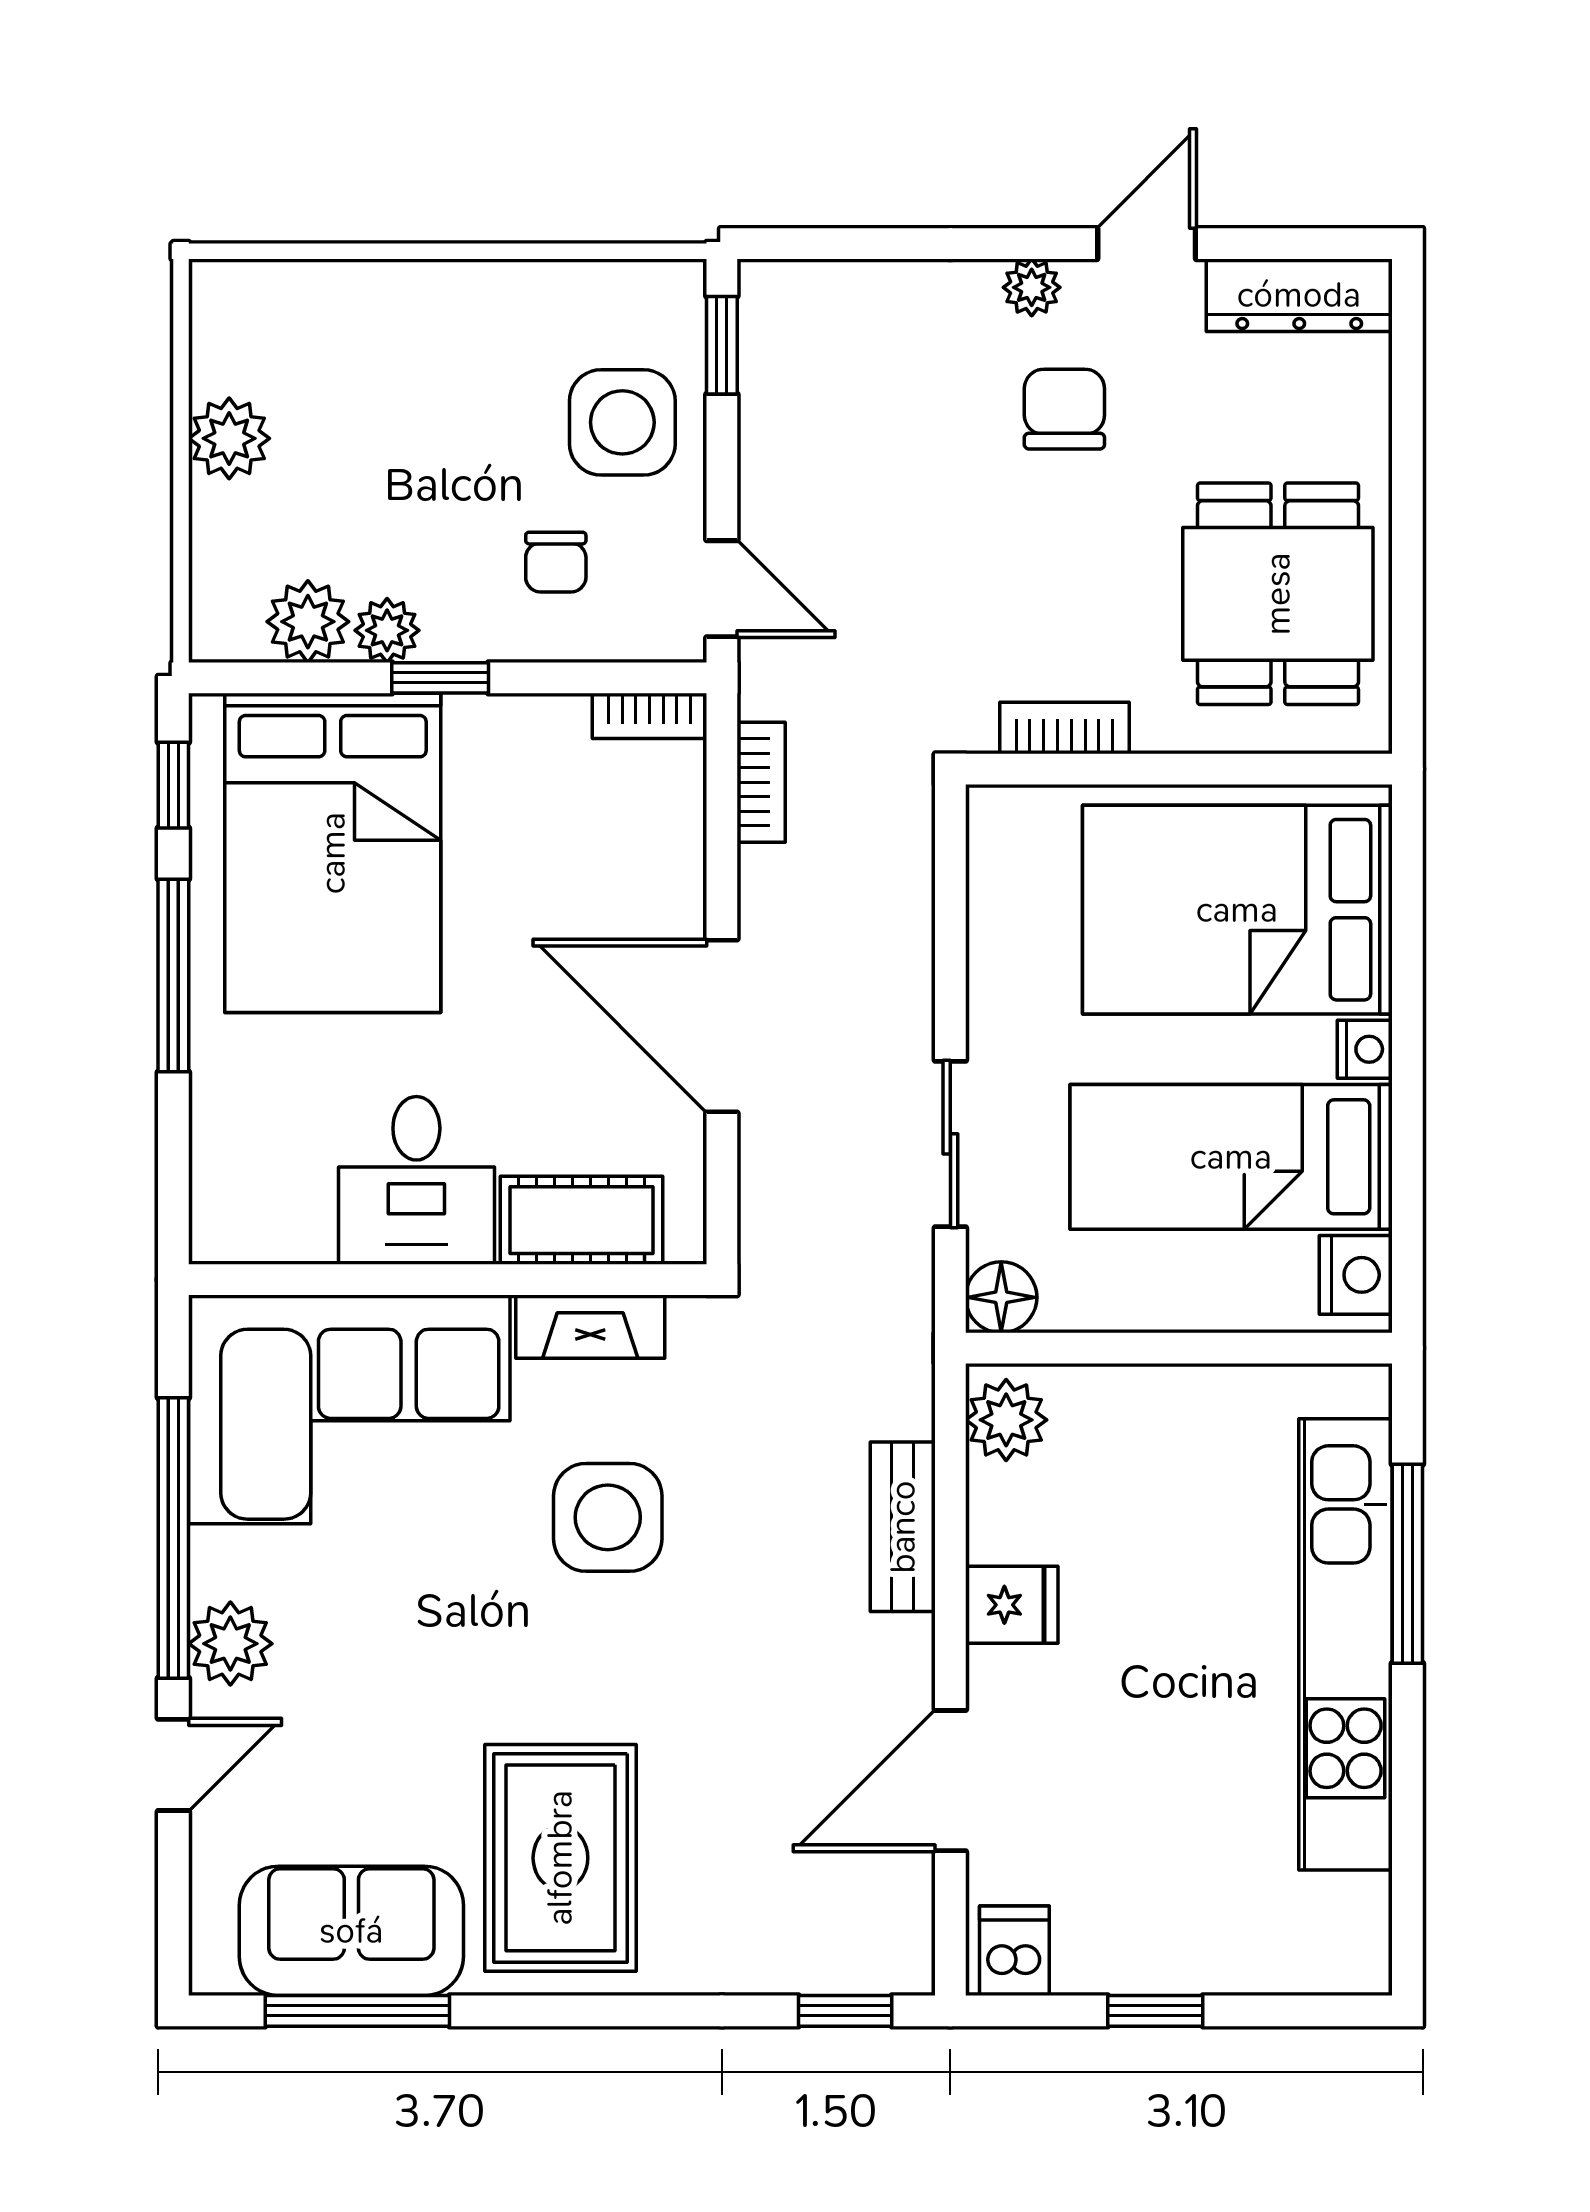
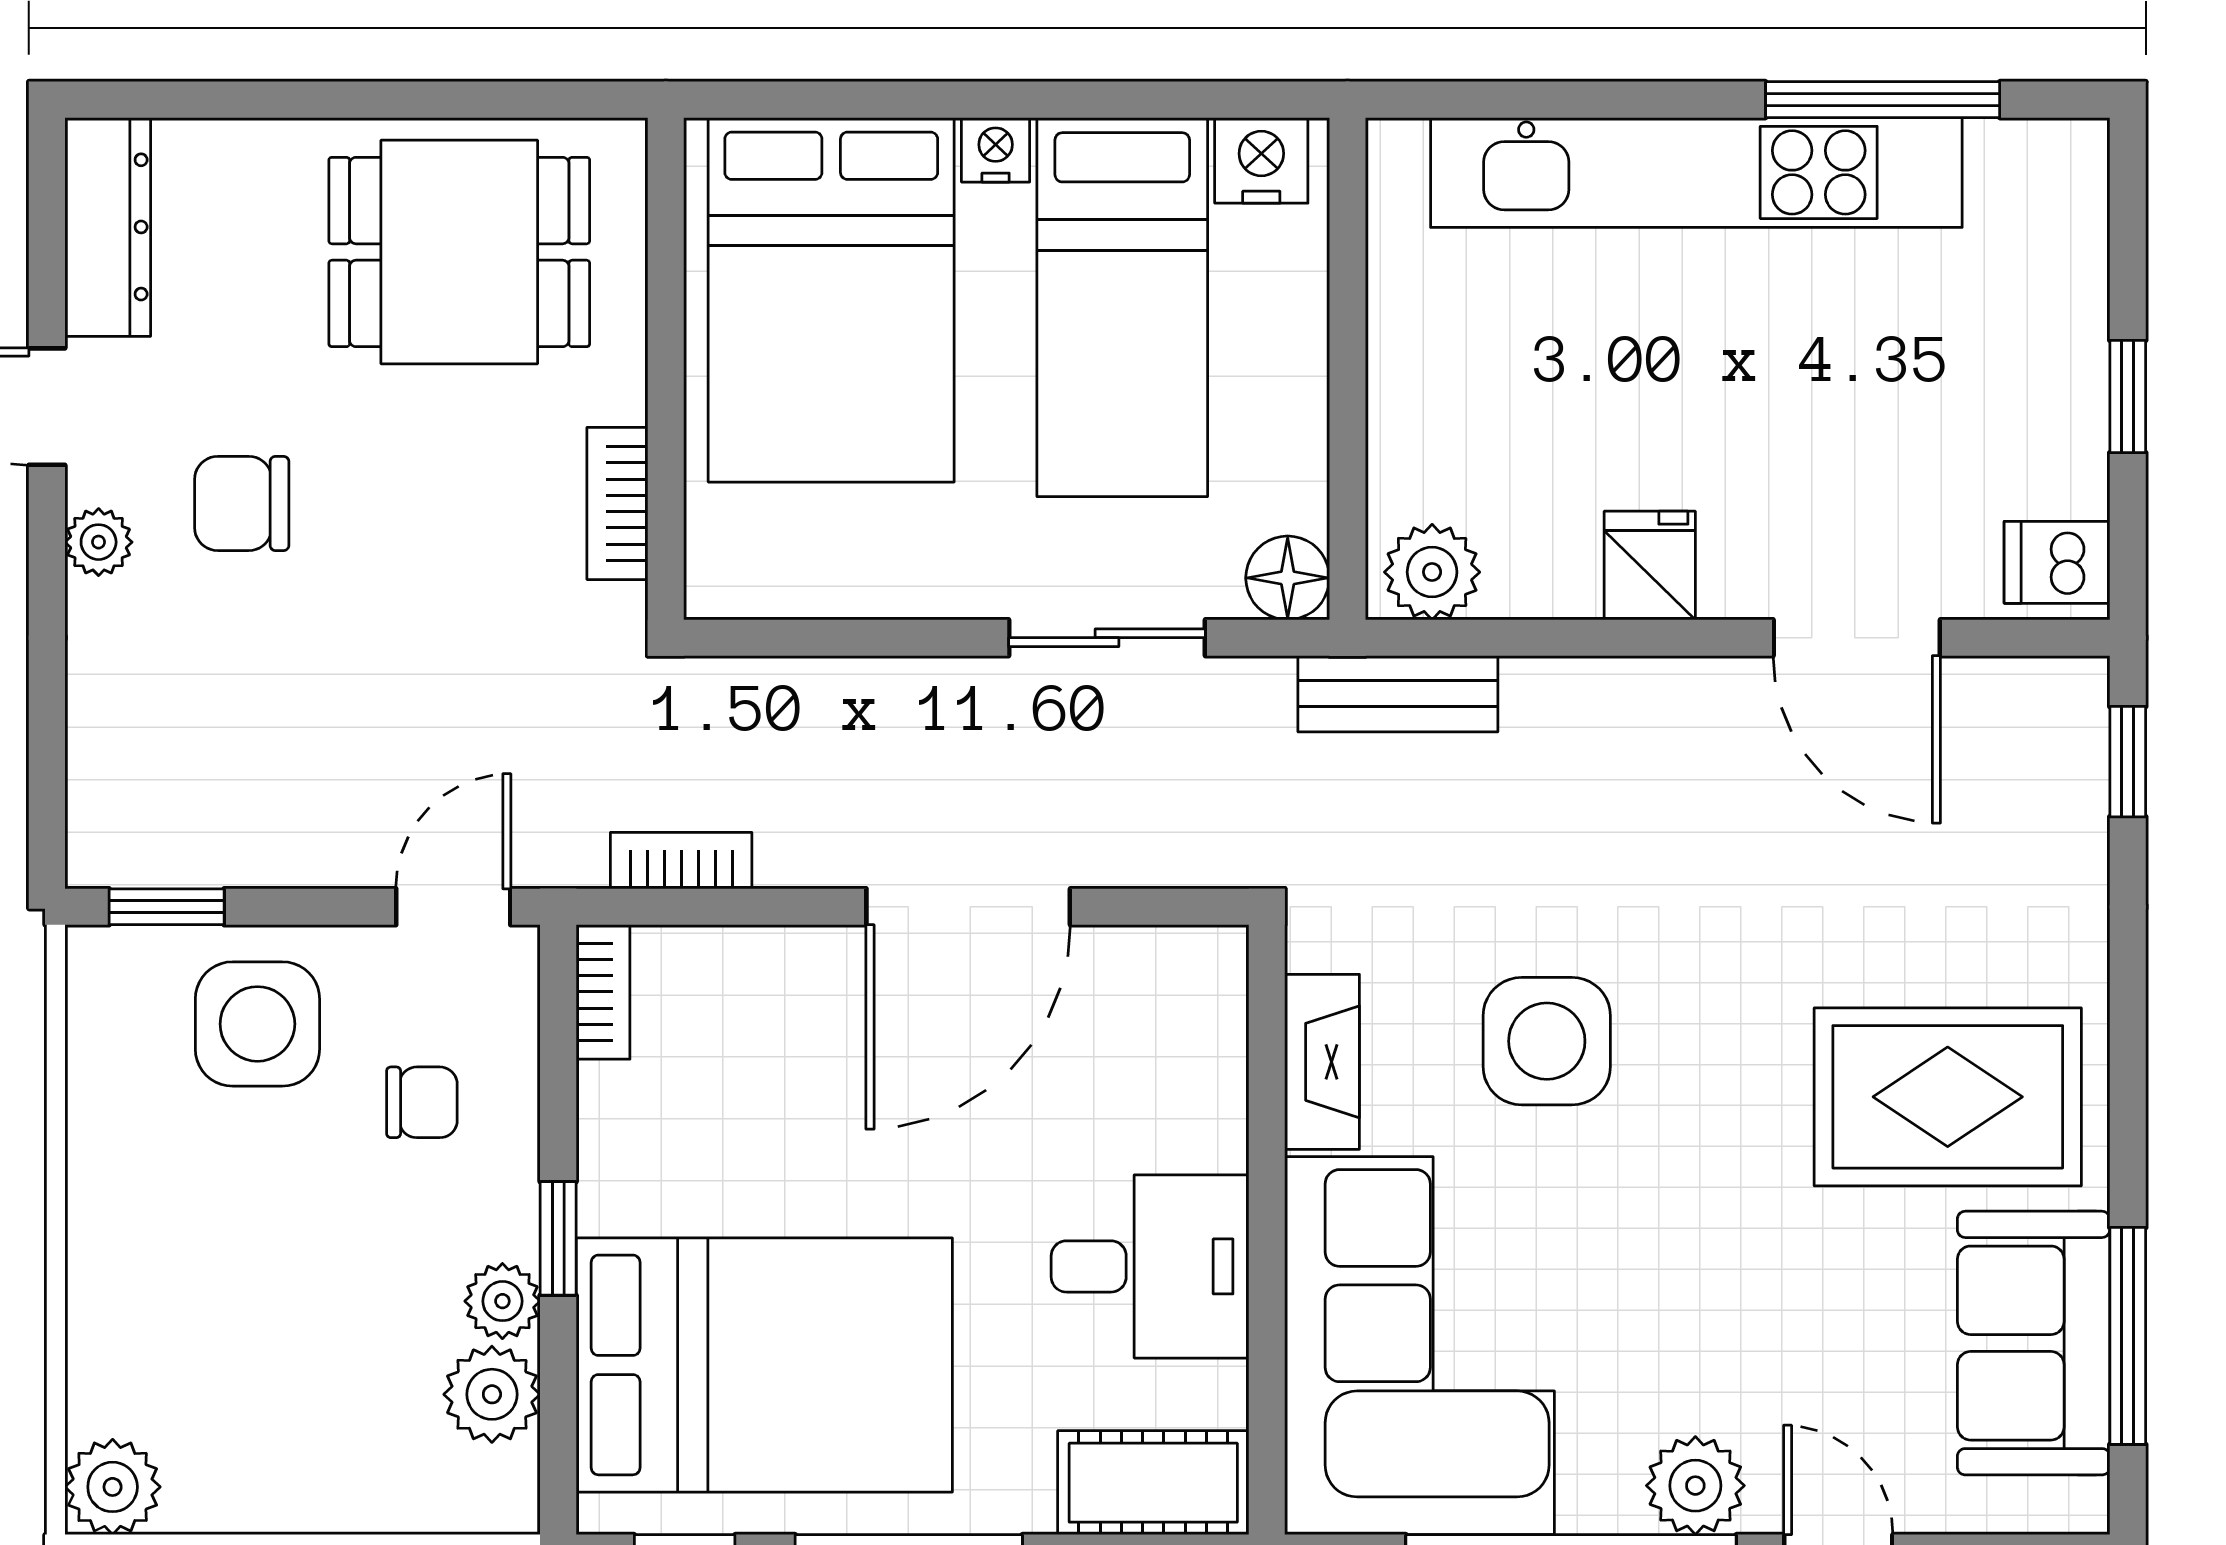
plant: (229, 438) -> (113, 1487), moved
cot: (582, 1220) -> (1153, 1483), moved, turned 90
bench: (903, 1527) -> (1398, 694), moved
window: (1407, 1564) -> (1883, 100), moved

